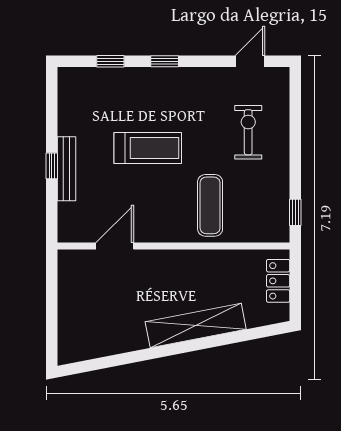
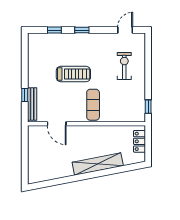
window: (52, 166) -> (25, 95), moved
bench: (67, 169) -> (32, 104), moved
exercise mat: (210, 205) -> (93, 105), moved
door: (115, 246) -> (57, 124), swing flipped

